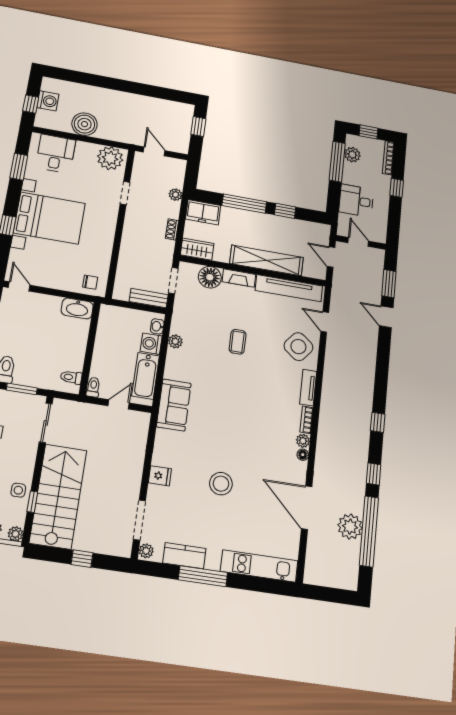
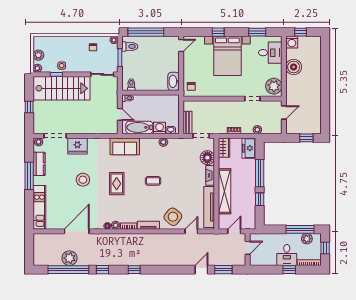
washing machine: (48, 101) -> (292, 42), moved
desk: (356, 201) -> (287, 255), moved, turned 180
coffee table: (238, 342) -> (153, 181), moved
rug: (234, 428) -> (117, 184), added
fridge: (160, 476) -> (77, 146), width x1.88, depth x1.34

